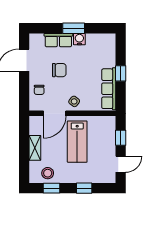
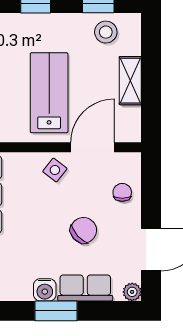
plant: (34, 38) -> (132, 292), added
chair: (59, 70) -> (84, 230), turned 138

